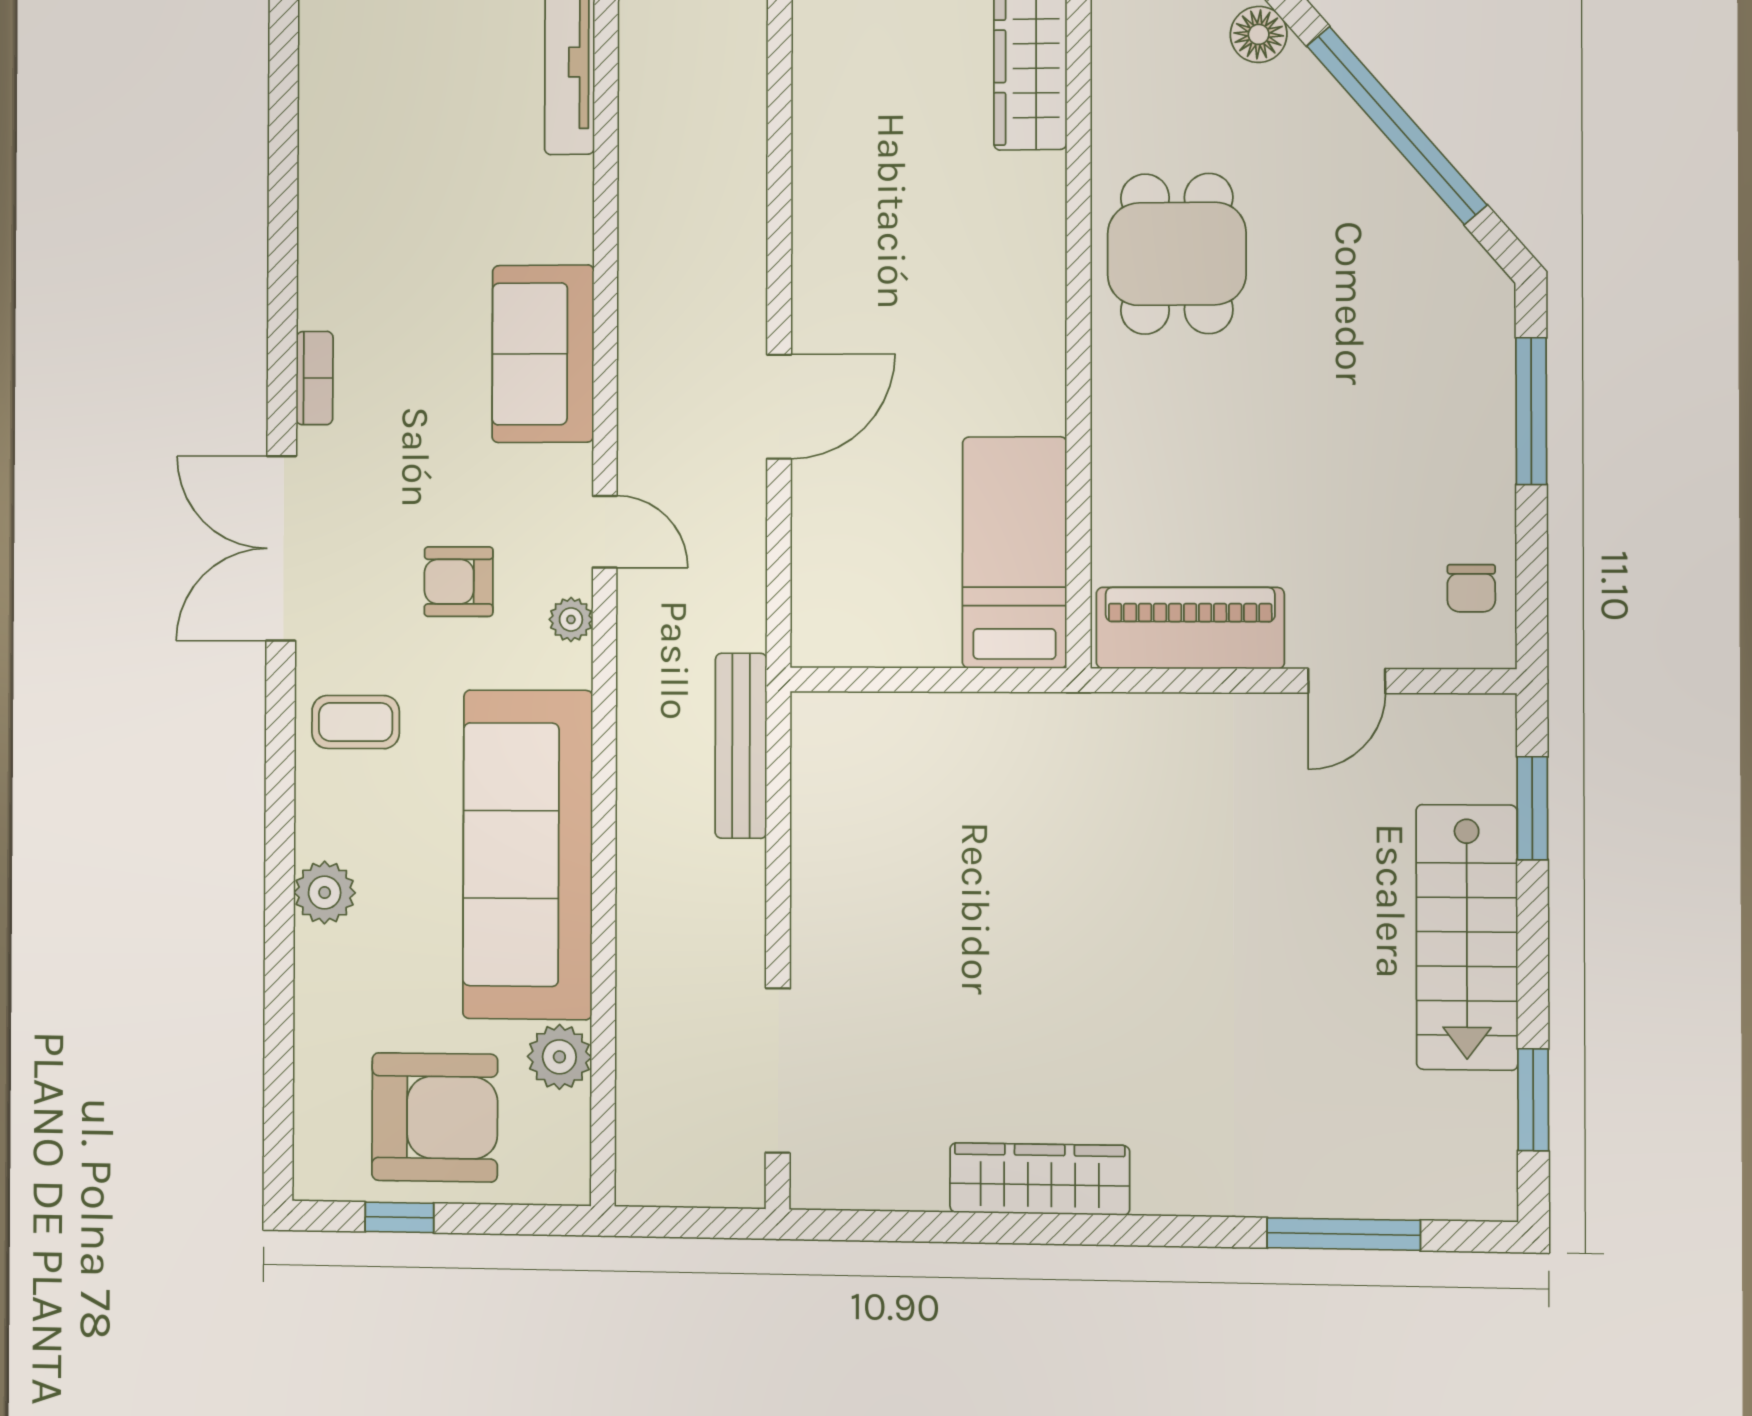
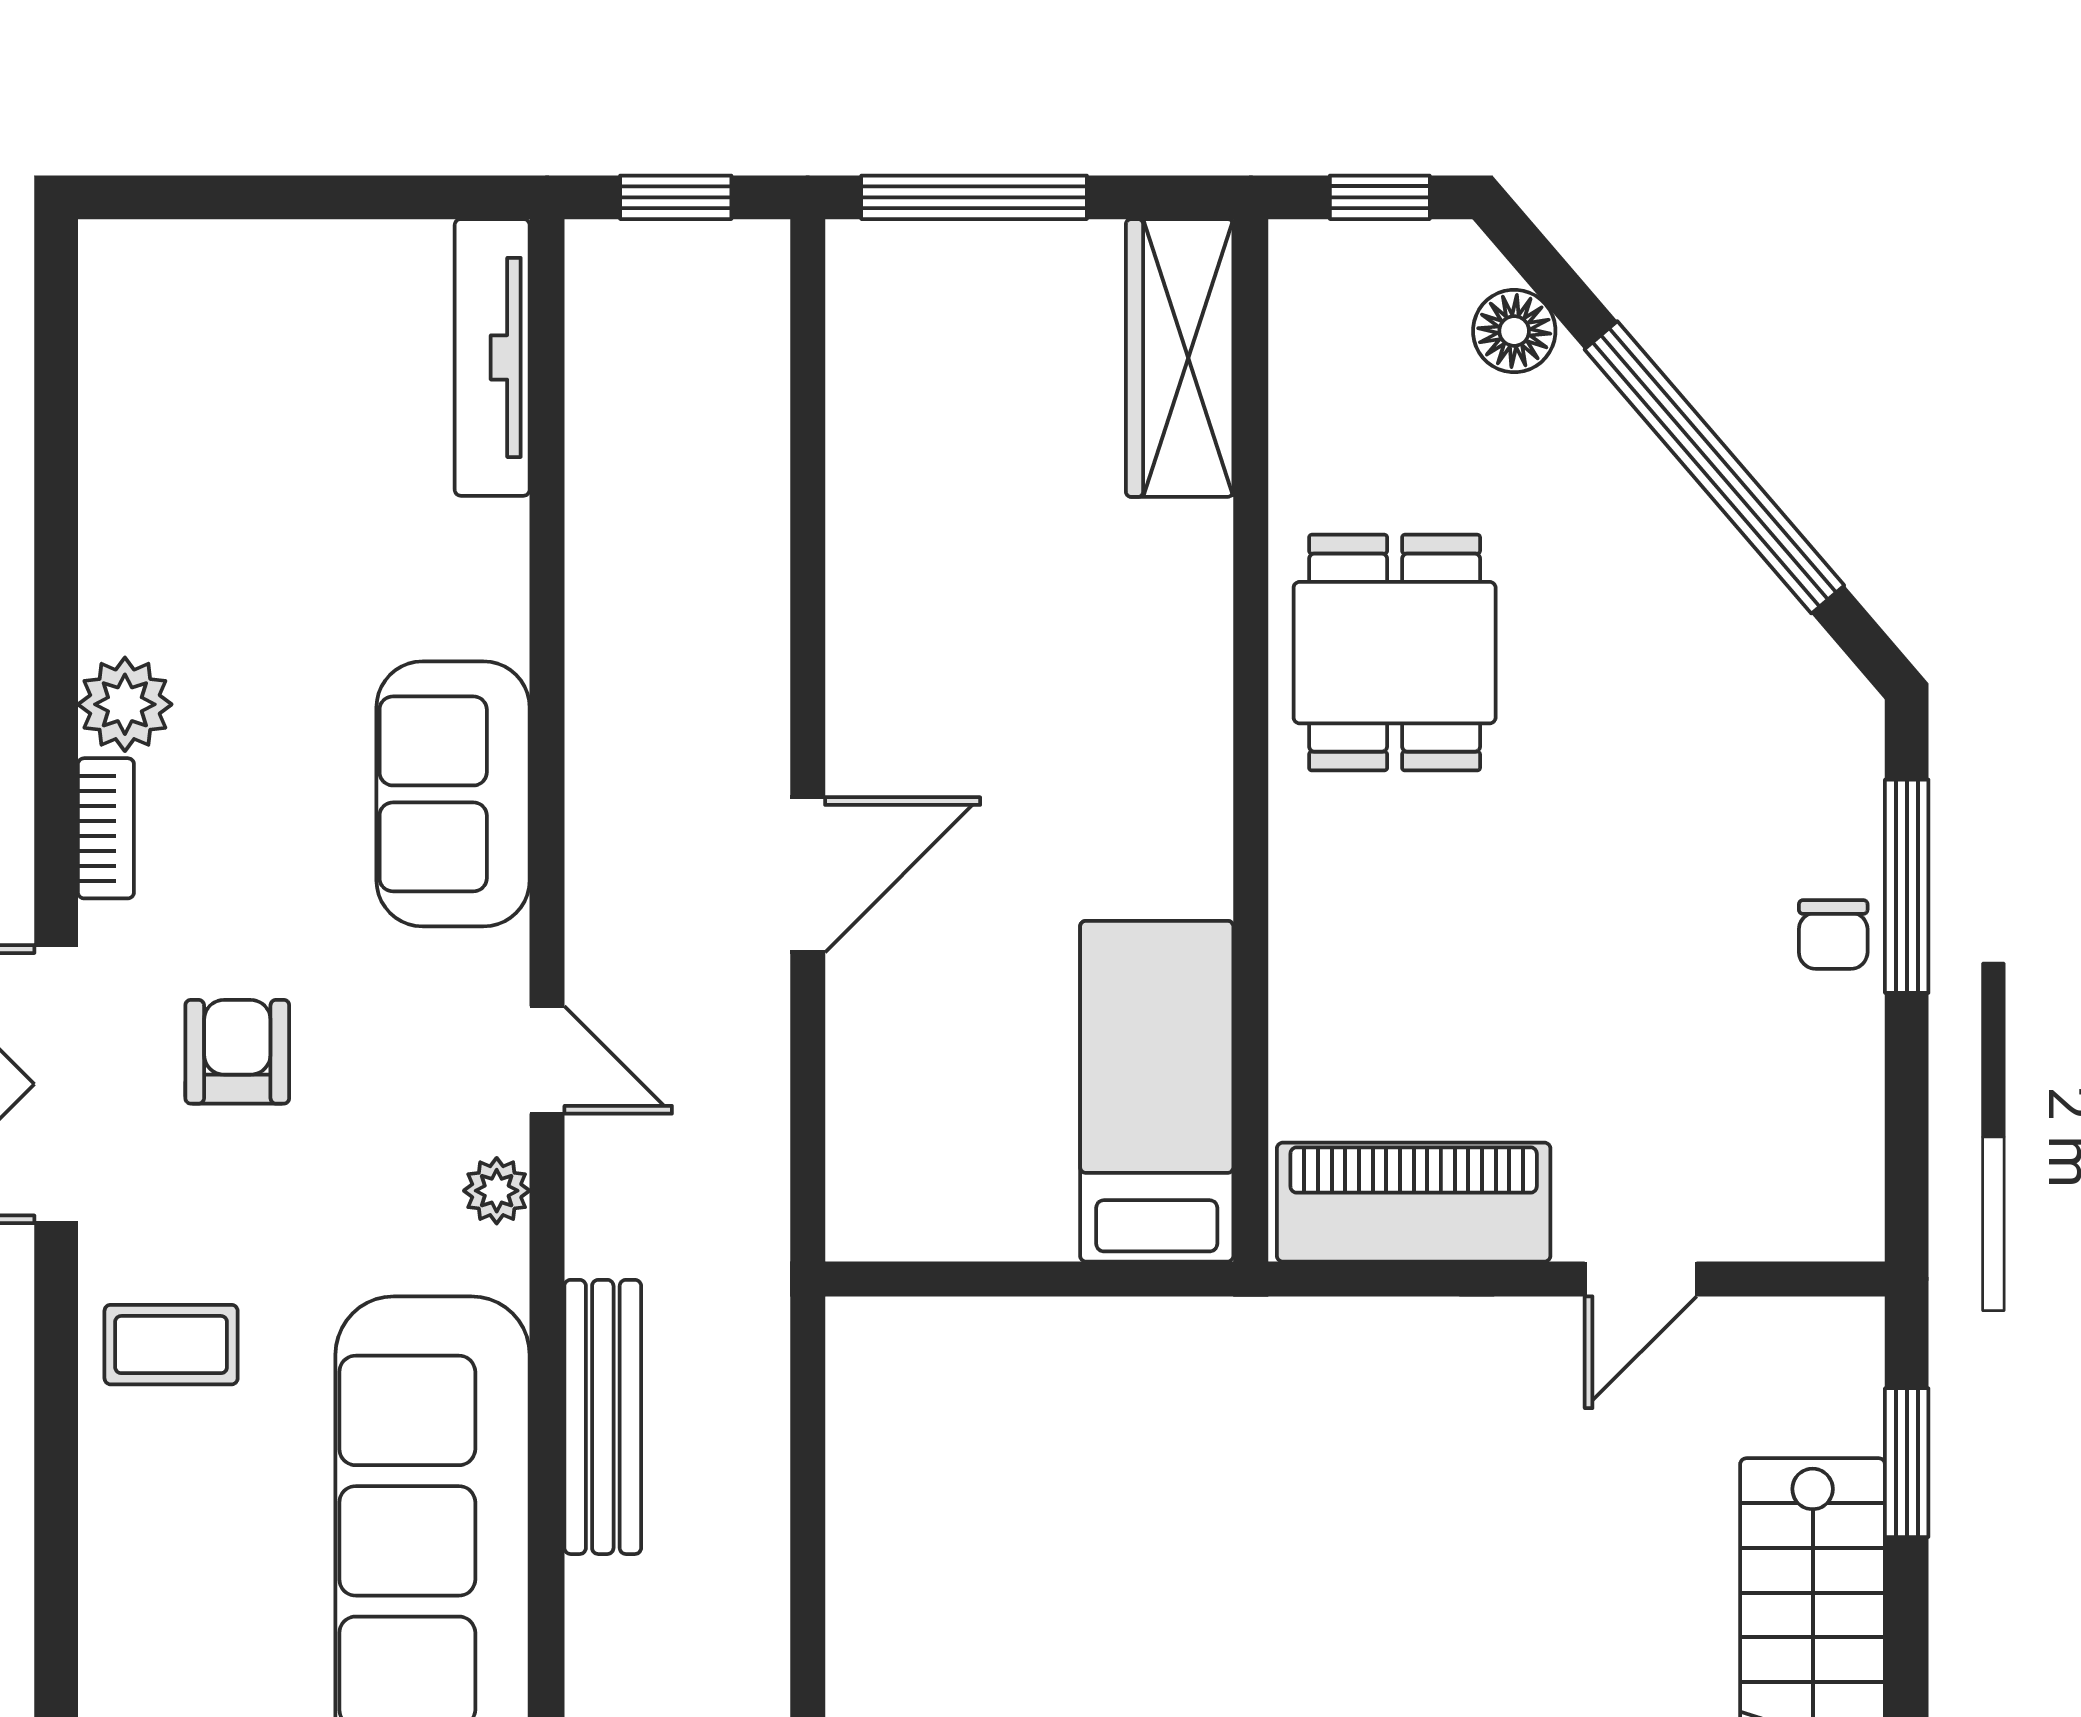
armchair: (459, 582) -> (237, 1052), moved, turned 90
chair: (1471, 588) -> (1833, 935), moved
bench: (741, 746) -> (603, 1417), moved
plant: (325, 893) -> (125, 704), moved

